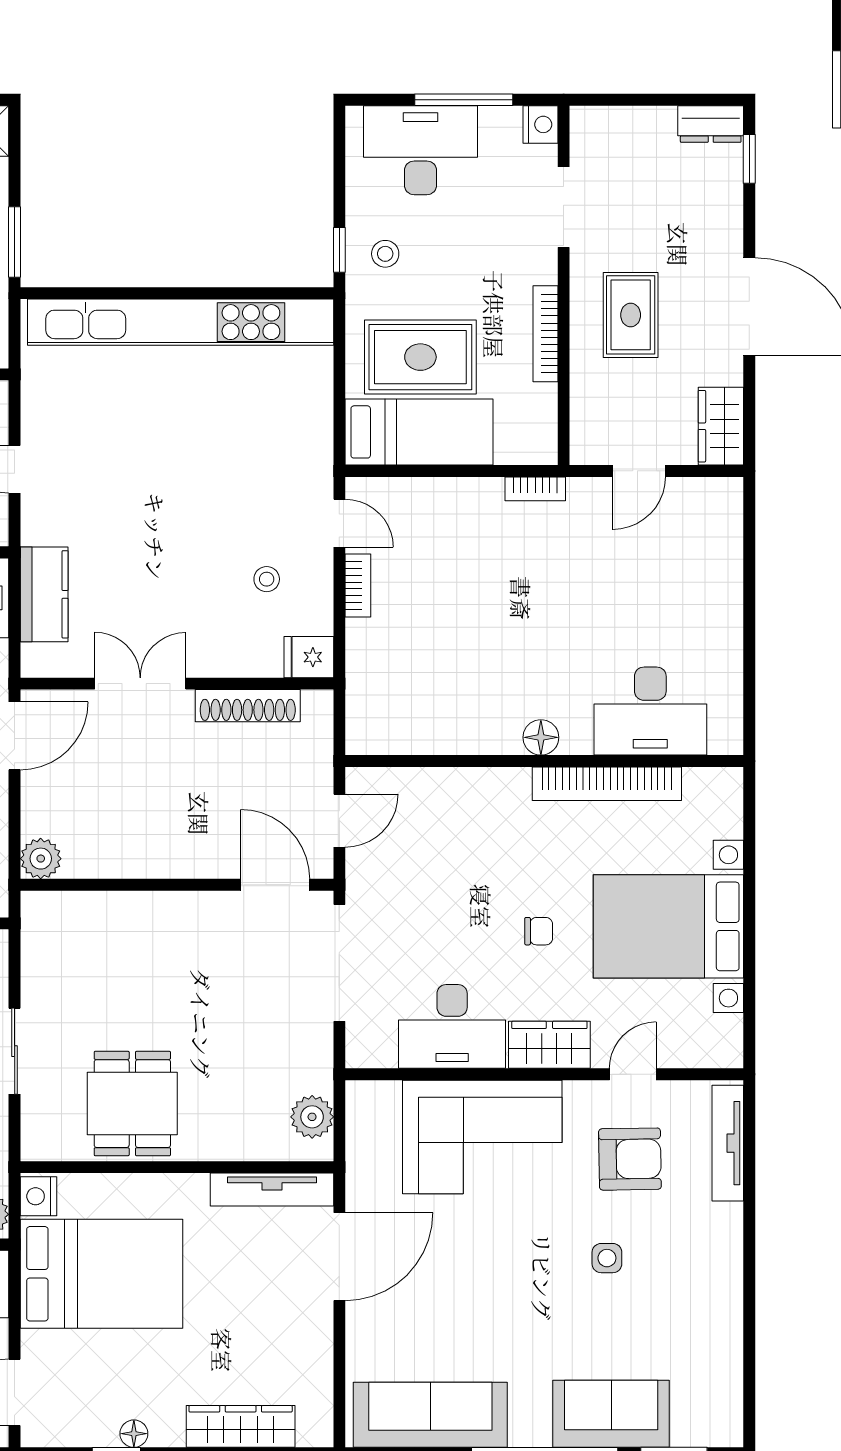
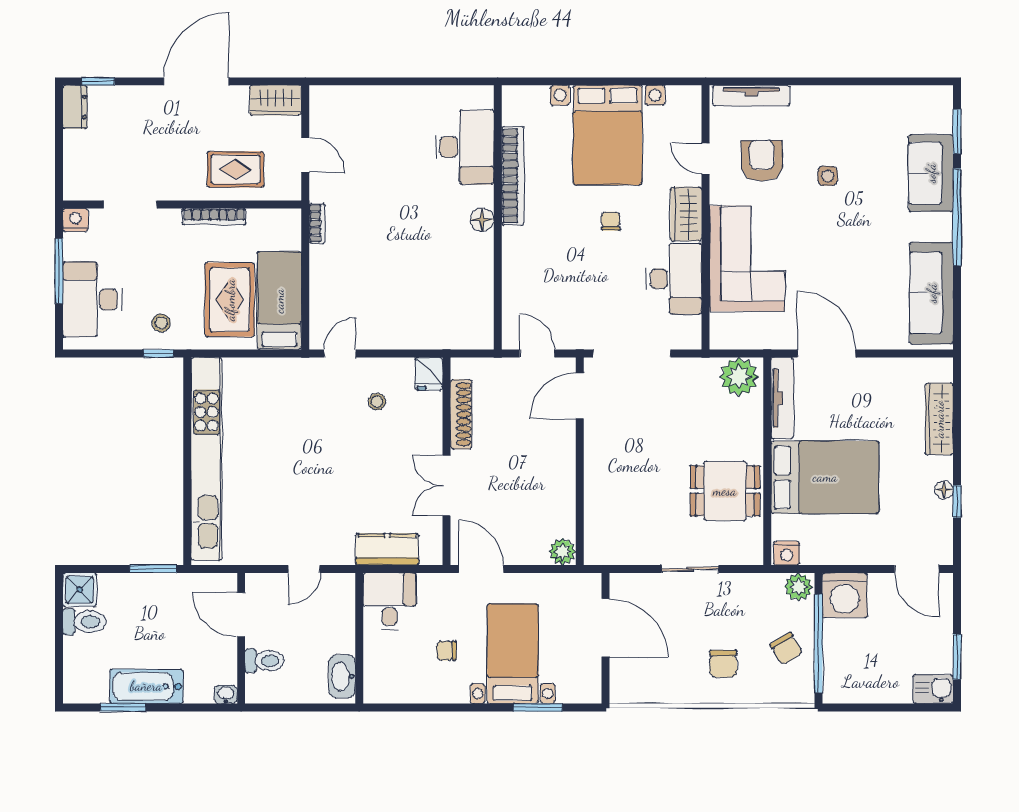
rug: (631, 315) -> (235, 169), moved
bookcase: (358, 586) -> (381, 341), removed
plant: (312, 1117) -> (739, 377), width x1.36, depth x1.36
bed: (101, 1274) -> (825, 477), moved, turned 90

